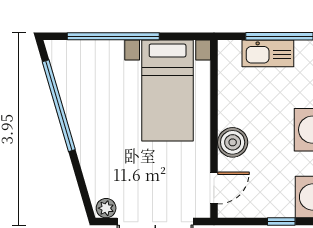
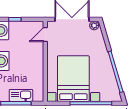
bed with nightstands: (168, 91) -> (73, 79), width x1.36
boiler: (233, 142) -> (37, 55), removed

